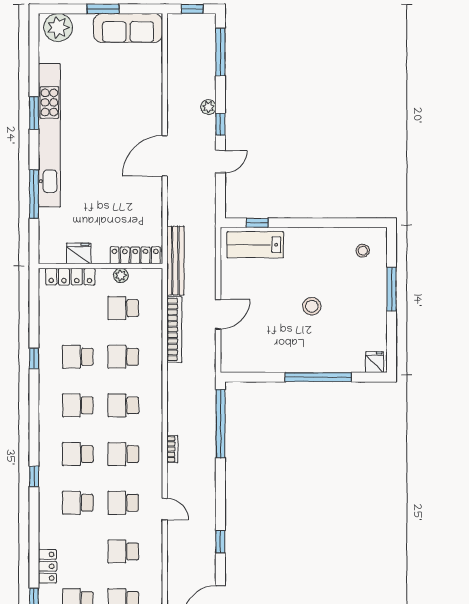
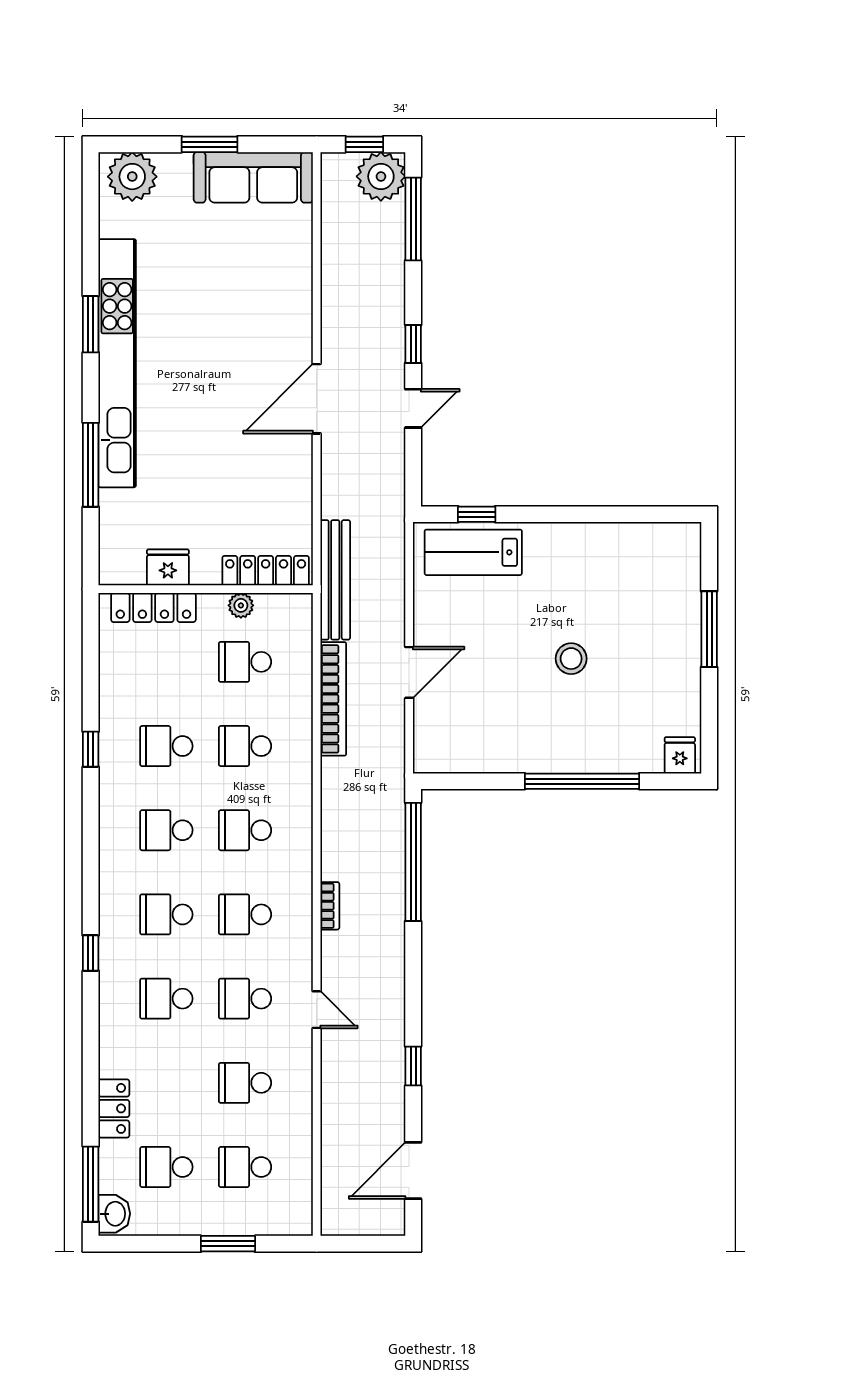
plant: (208, 107) -> (381, 176), moved, width x1.87, depth x1.87
stool: (363, 251) -> (659, 563), removed

